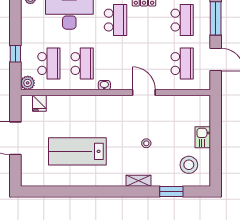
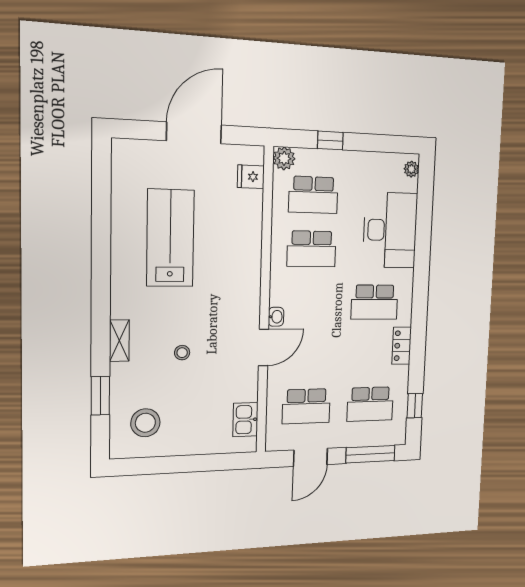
washbasin: (104, 85) -> (276, 317), moved
kitchen sink: (203, 137) -> (245, 420), moved, turned -90

